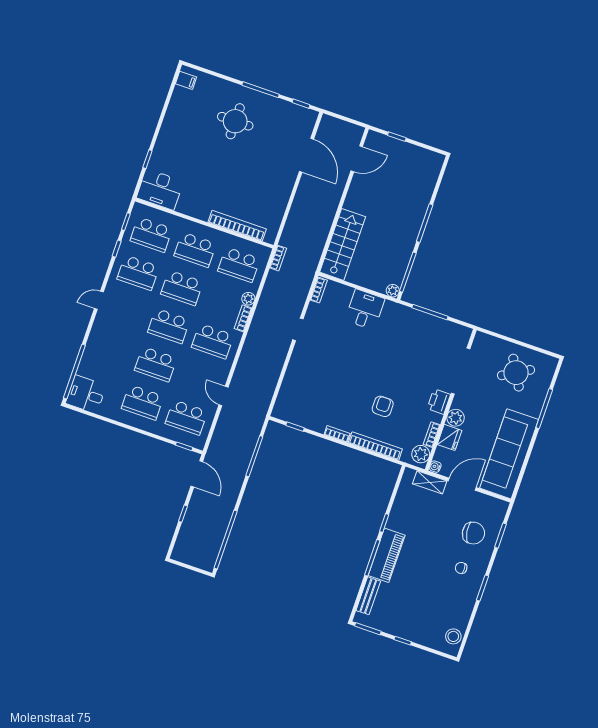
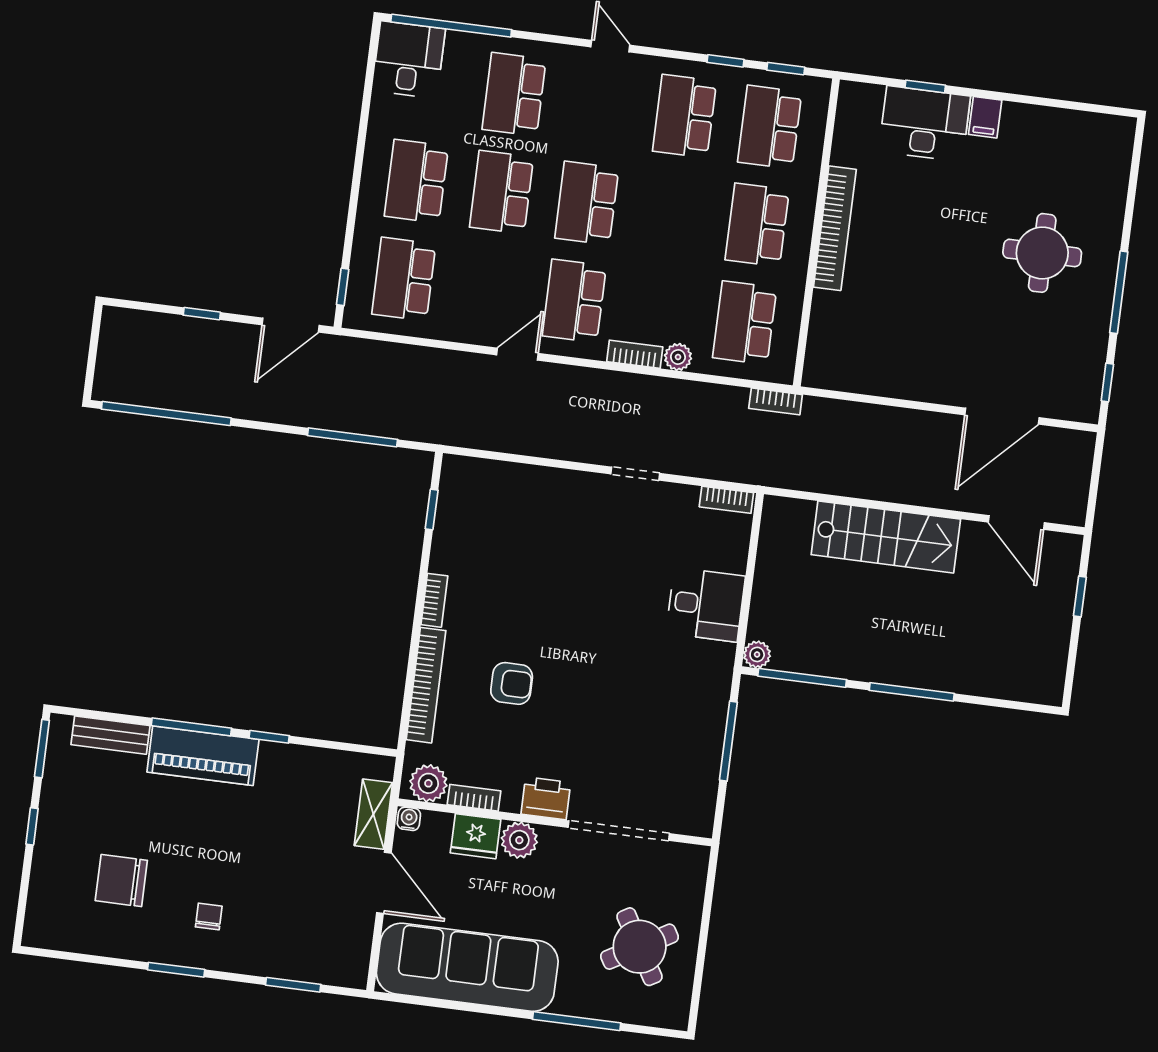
filing cabinet: (186, 80) -> (985, 117), moved
desk: (160, 189) -> (925, 124), moved, turned 90
bookcase: (237, 226) -> (835, 228), moved
stairs: (343, 244) -> (886, 537), moved
school desk: (182, 288) -> (514, 94), moved
door: (224, 396) -> (517, 354), moved
chair: (473, 533) -> (121, 881), moved, turned 100
stool: (453, 636) -> (63, 930), removed

